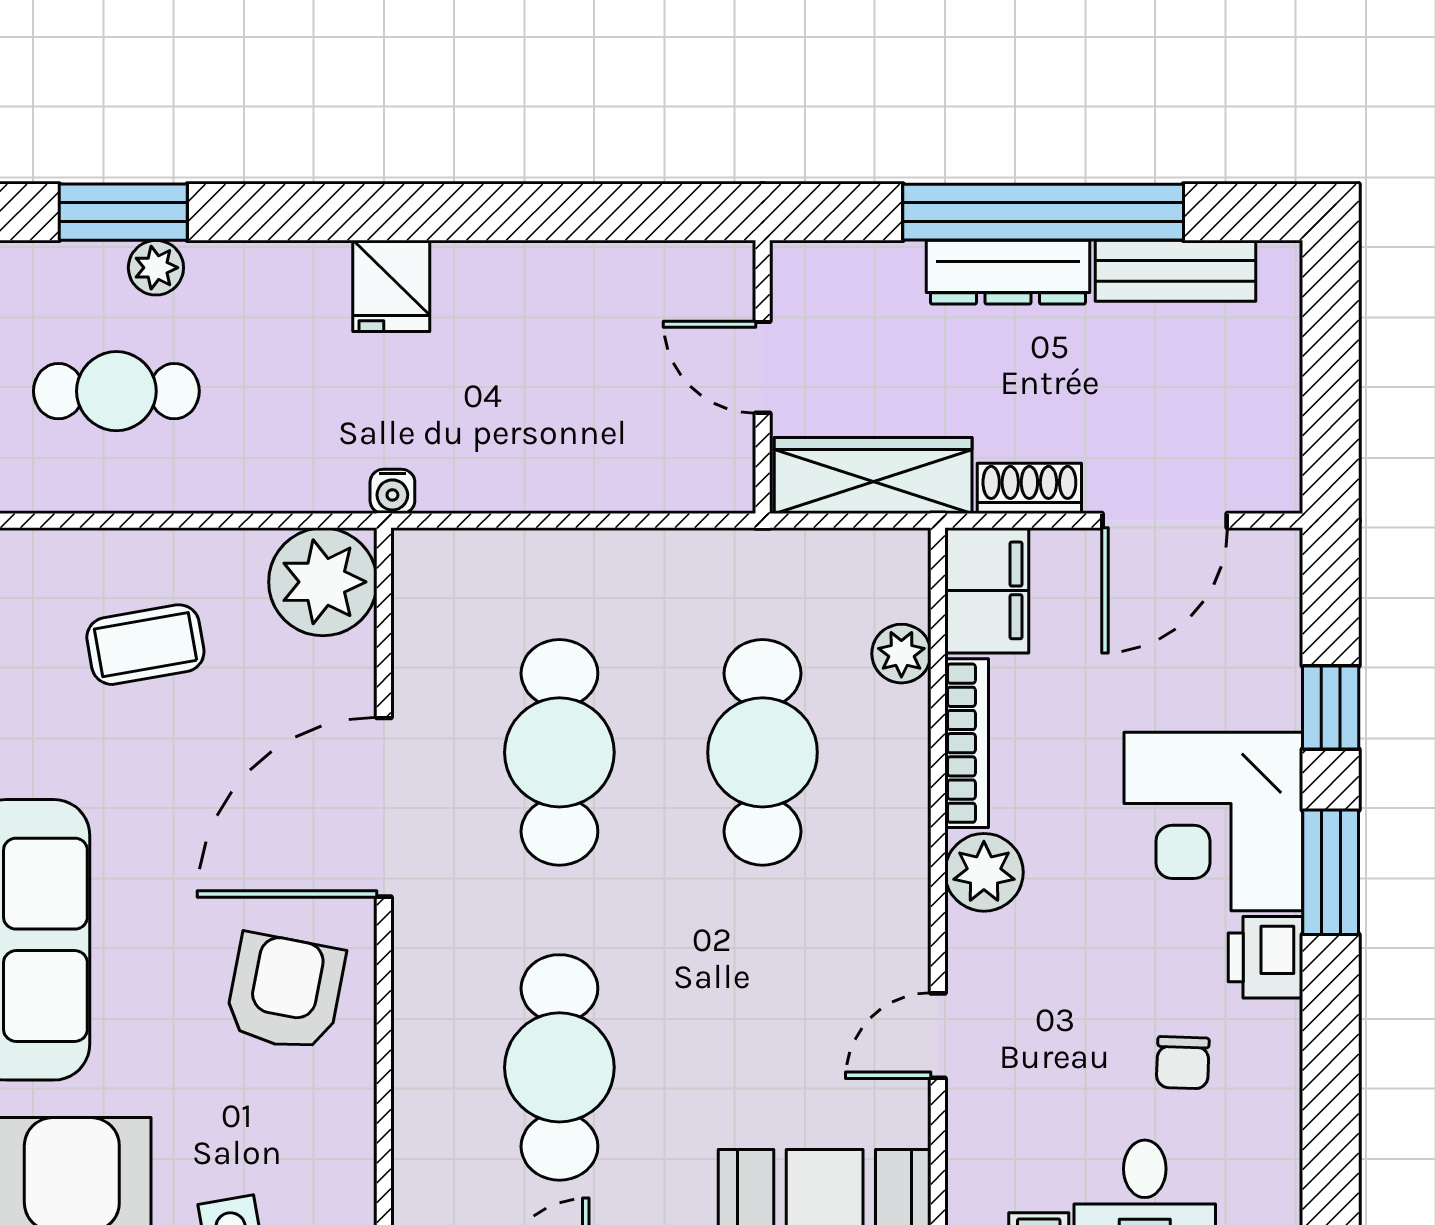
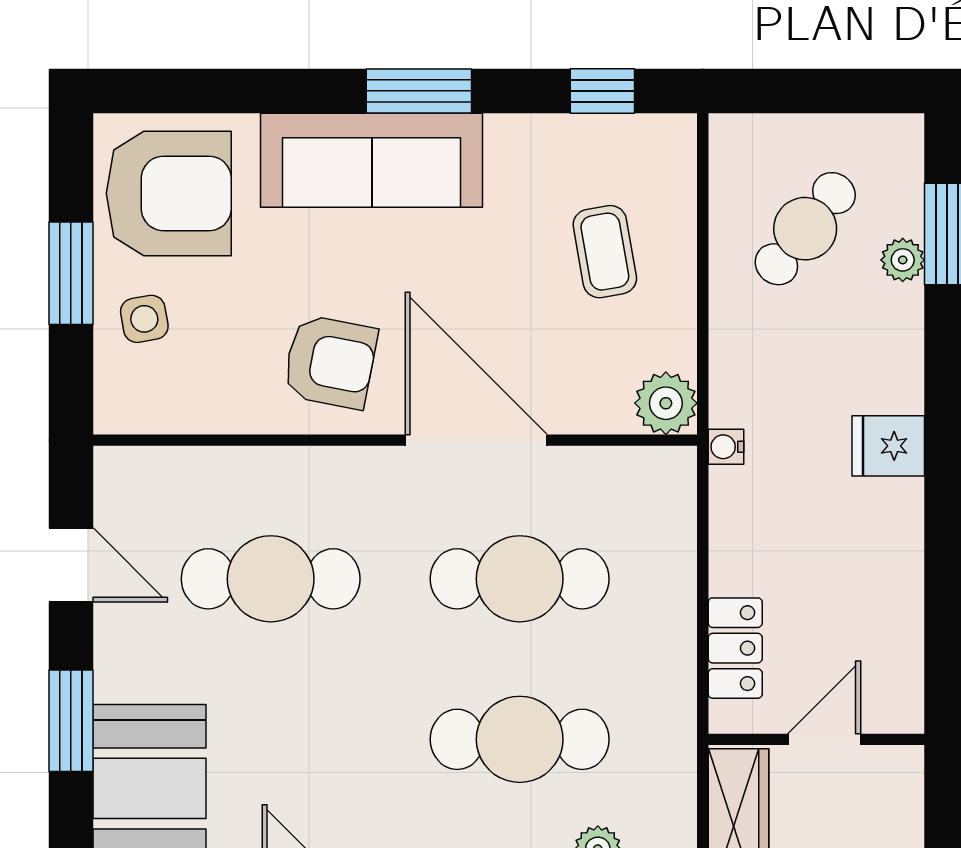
cafe table: (116, 391) -> (805, 229), turned 39
locker: (647, 480) -> (735, 648), added
plant: (323, 582) -> (666, 403), width x0.73, depth x0.73

